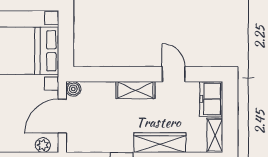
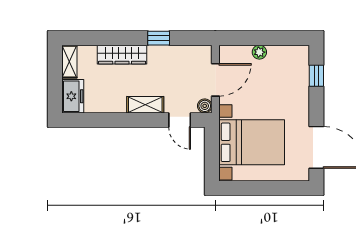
door: (174, 74) -> (180, 120), moved
plant: (43, 145) -> (259, 52), moved

